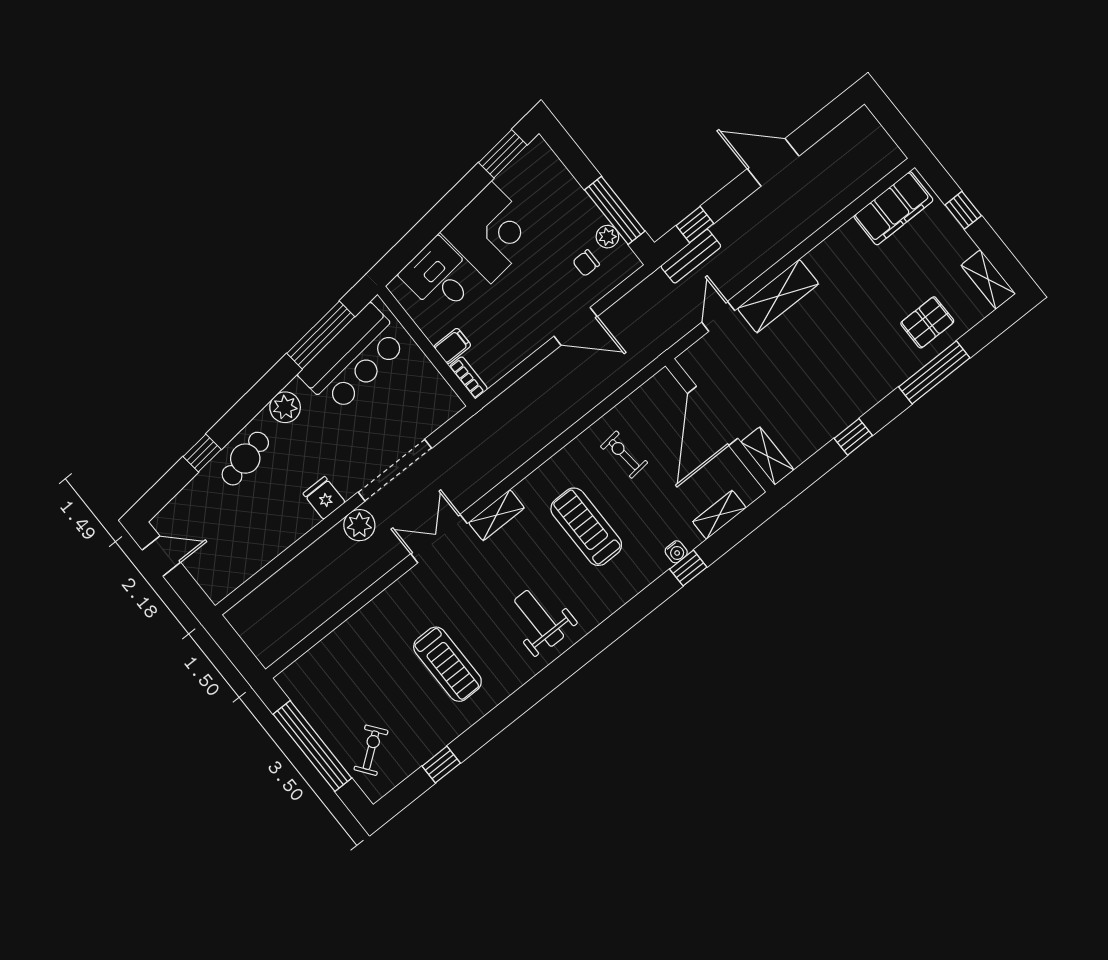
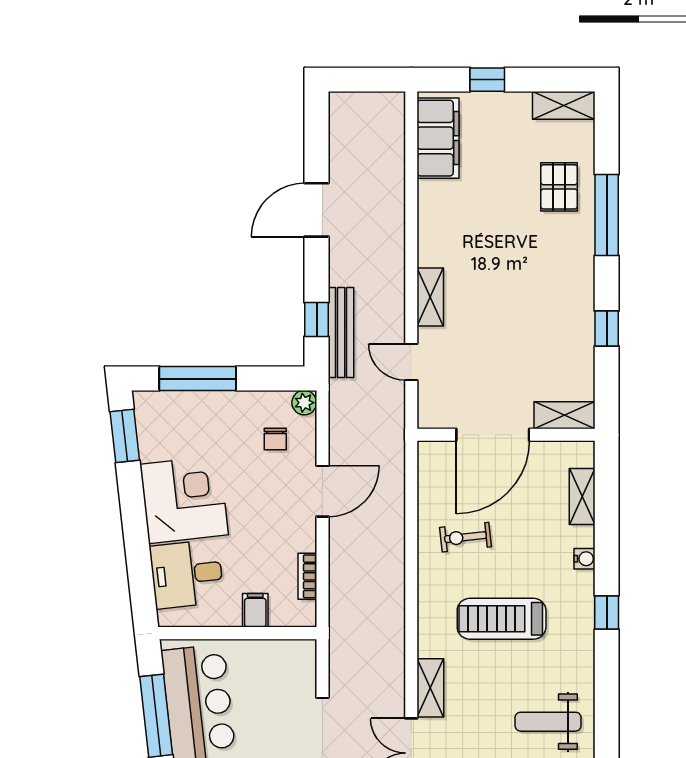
window: (615, 210) -> (198, 379), moved
plant: (607, 237) -> (304, 403), moved
bench: (691, 256) -> (341, 332), width x1.36
shelving: (778, 296) -> (430, 297), width x0.67, depth x0.75
bookcase: (469, 378) -> (307, 576), moved, turned -90
door: (713, 416) -> (493, 435), hinge flipped
window: (688, 568) -> (607, 612), moved

